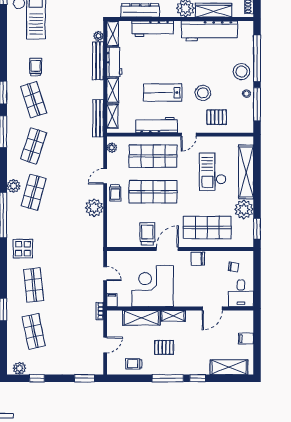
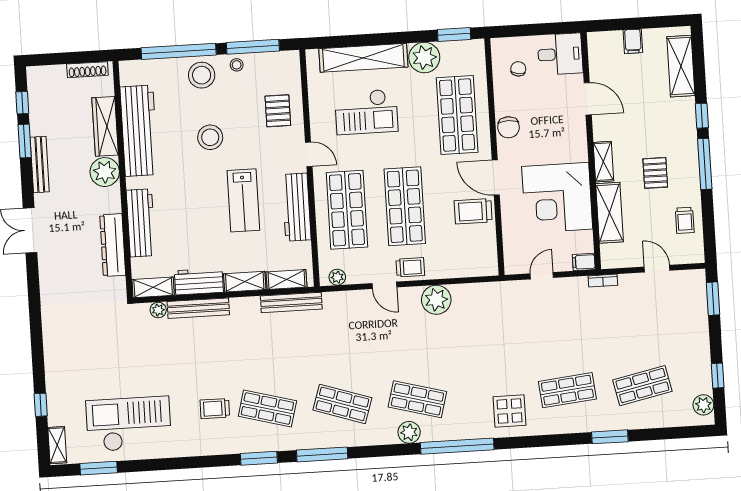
stool: (203, 93) -> (210, 137), moved
shop shelf: (34, 100) -> (267, 408), turned 33

